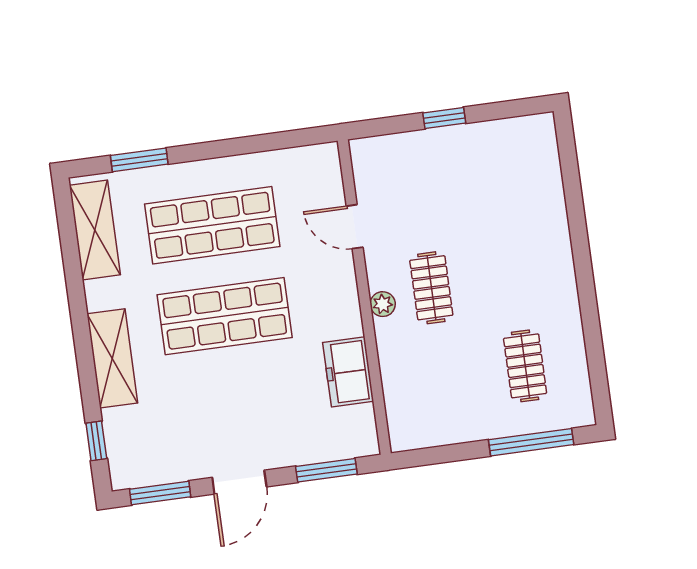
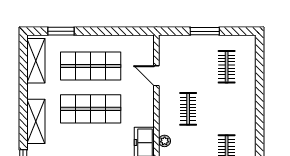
window: (444, 118) -> (205, 31), width x1.50
clothes rail: (501, 187) -> (227, 67), added
plant: (383, 304) -> (165, 141), moved

